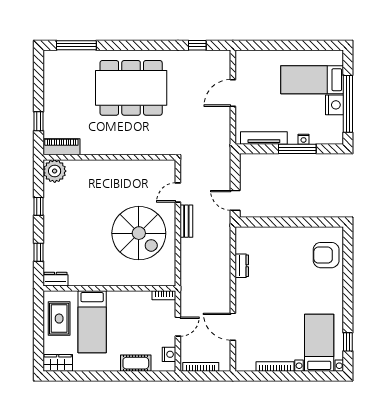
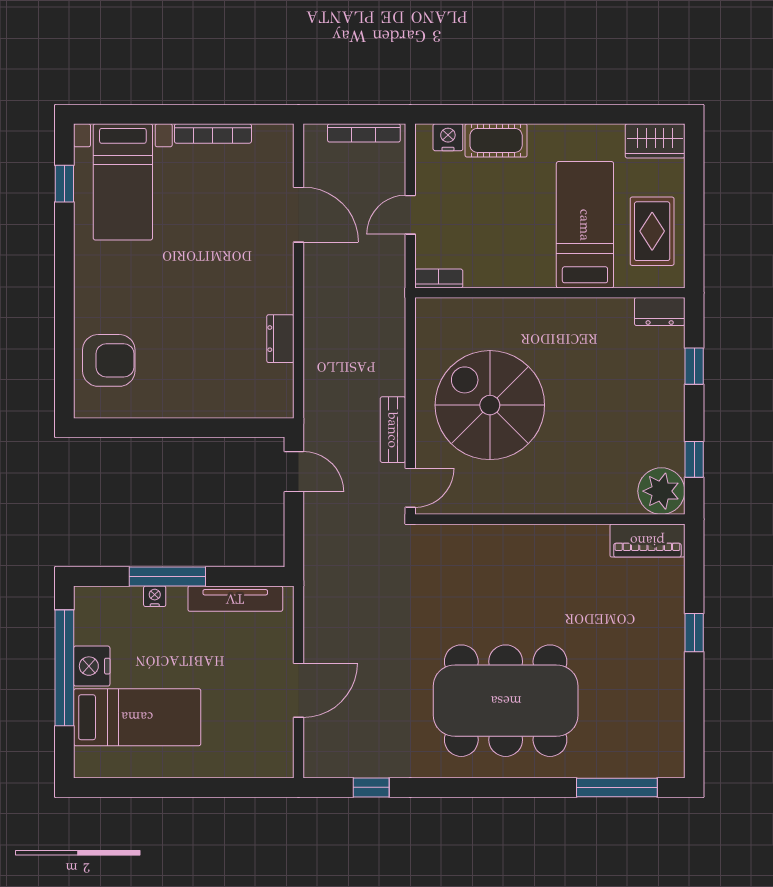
piano: (61, 147) -> (647, 541), moved
wall: (109, 157) -> (550, 519), moved
plant: (55, 171) -> (661, 491), moved
nightstand: (169, 354) -> (448, 137), moved, turned 90

